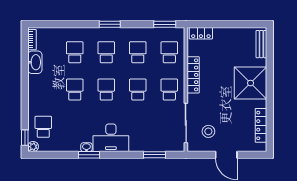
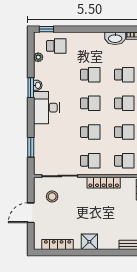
shower: (251, 83) -> (89, 242), width x0.54, depth x0.54
plant: (33, 147) -> (38, 57), moved

